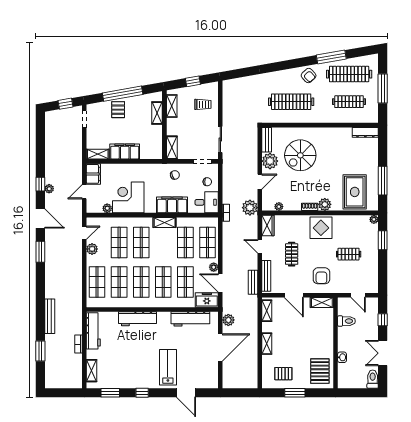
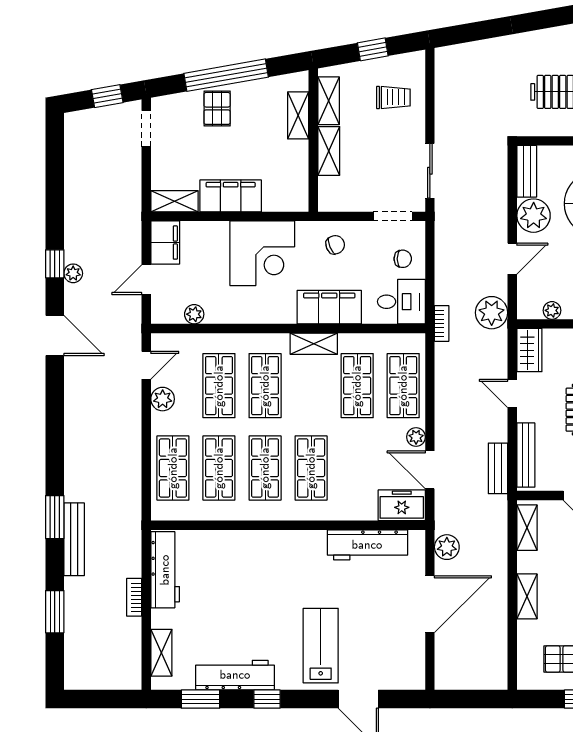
shelving: (172, 148) -> (329, 151), moved
corner desk: (128, 197) -> (262, 253), moved, turned 180
window: (40, 252) -> (55, 517), moved
shop shelf: (185, 282) -> (357, 468), removed
workbench: (137, 319) -> (235, 675), moved, turned 180

